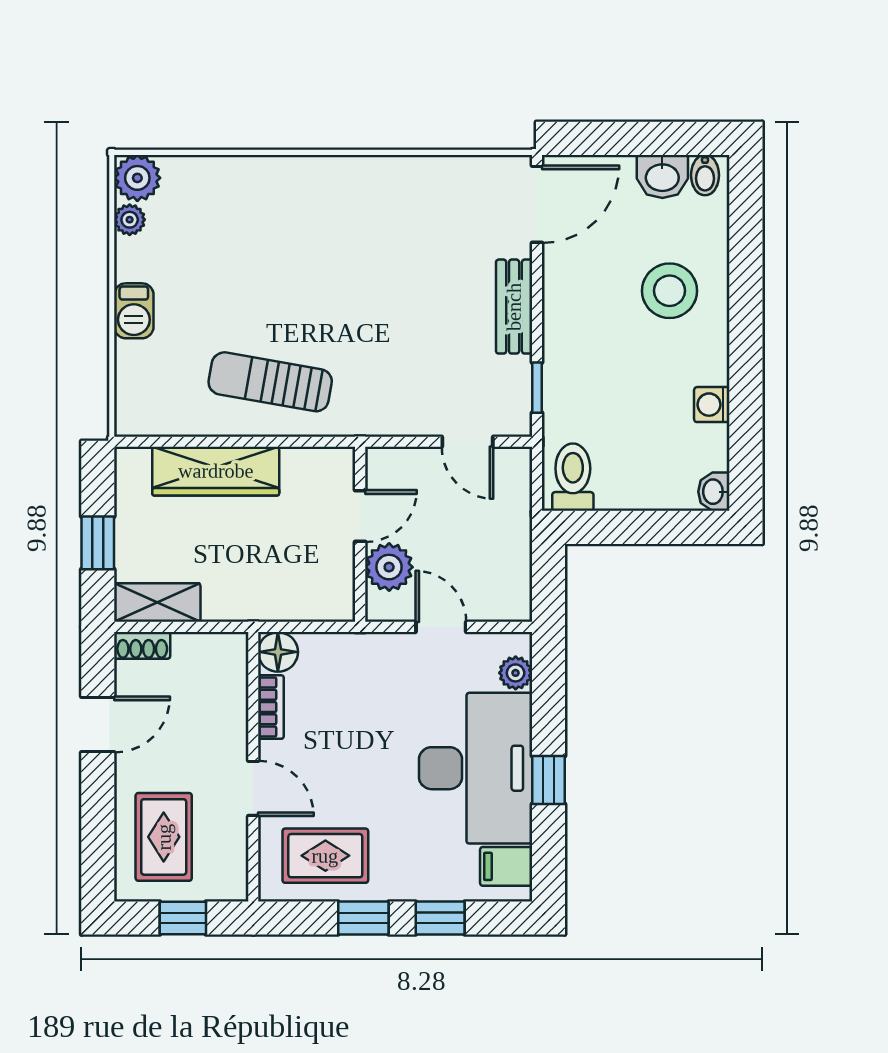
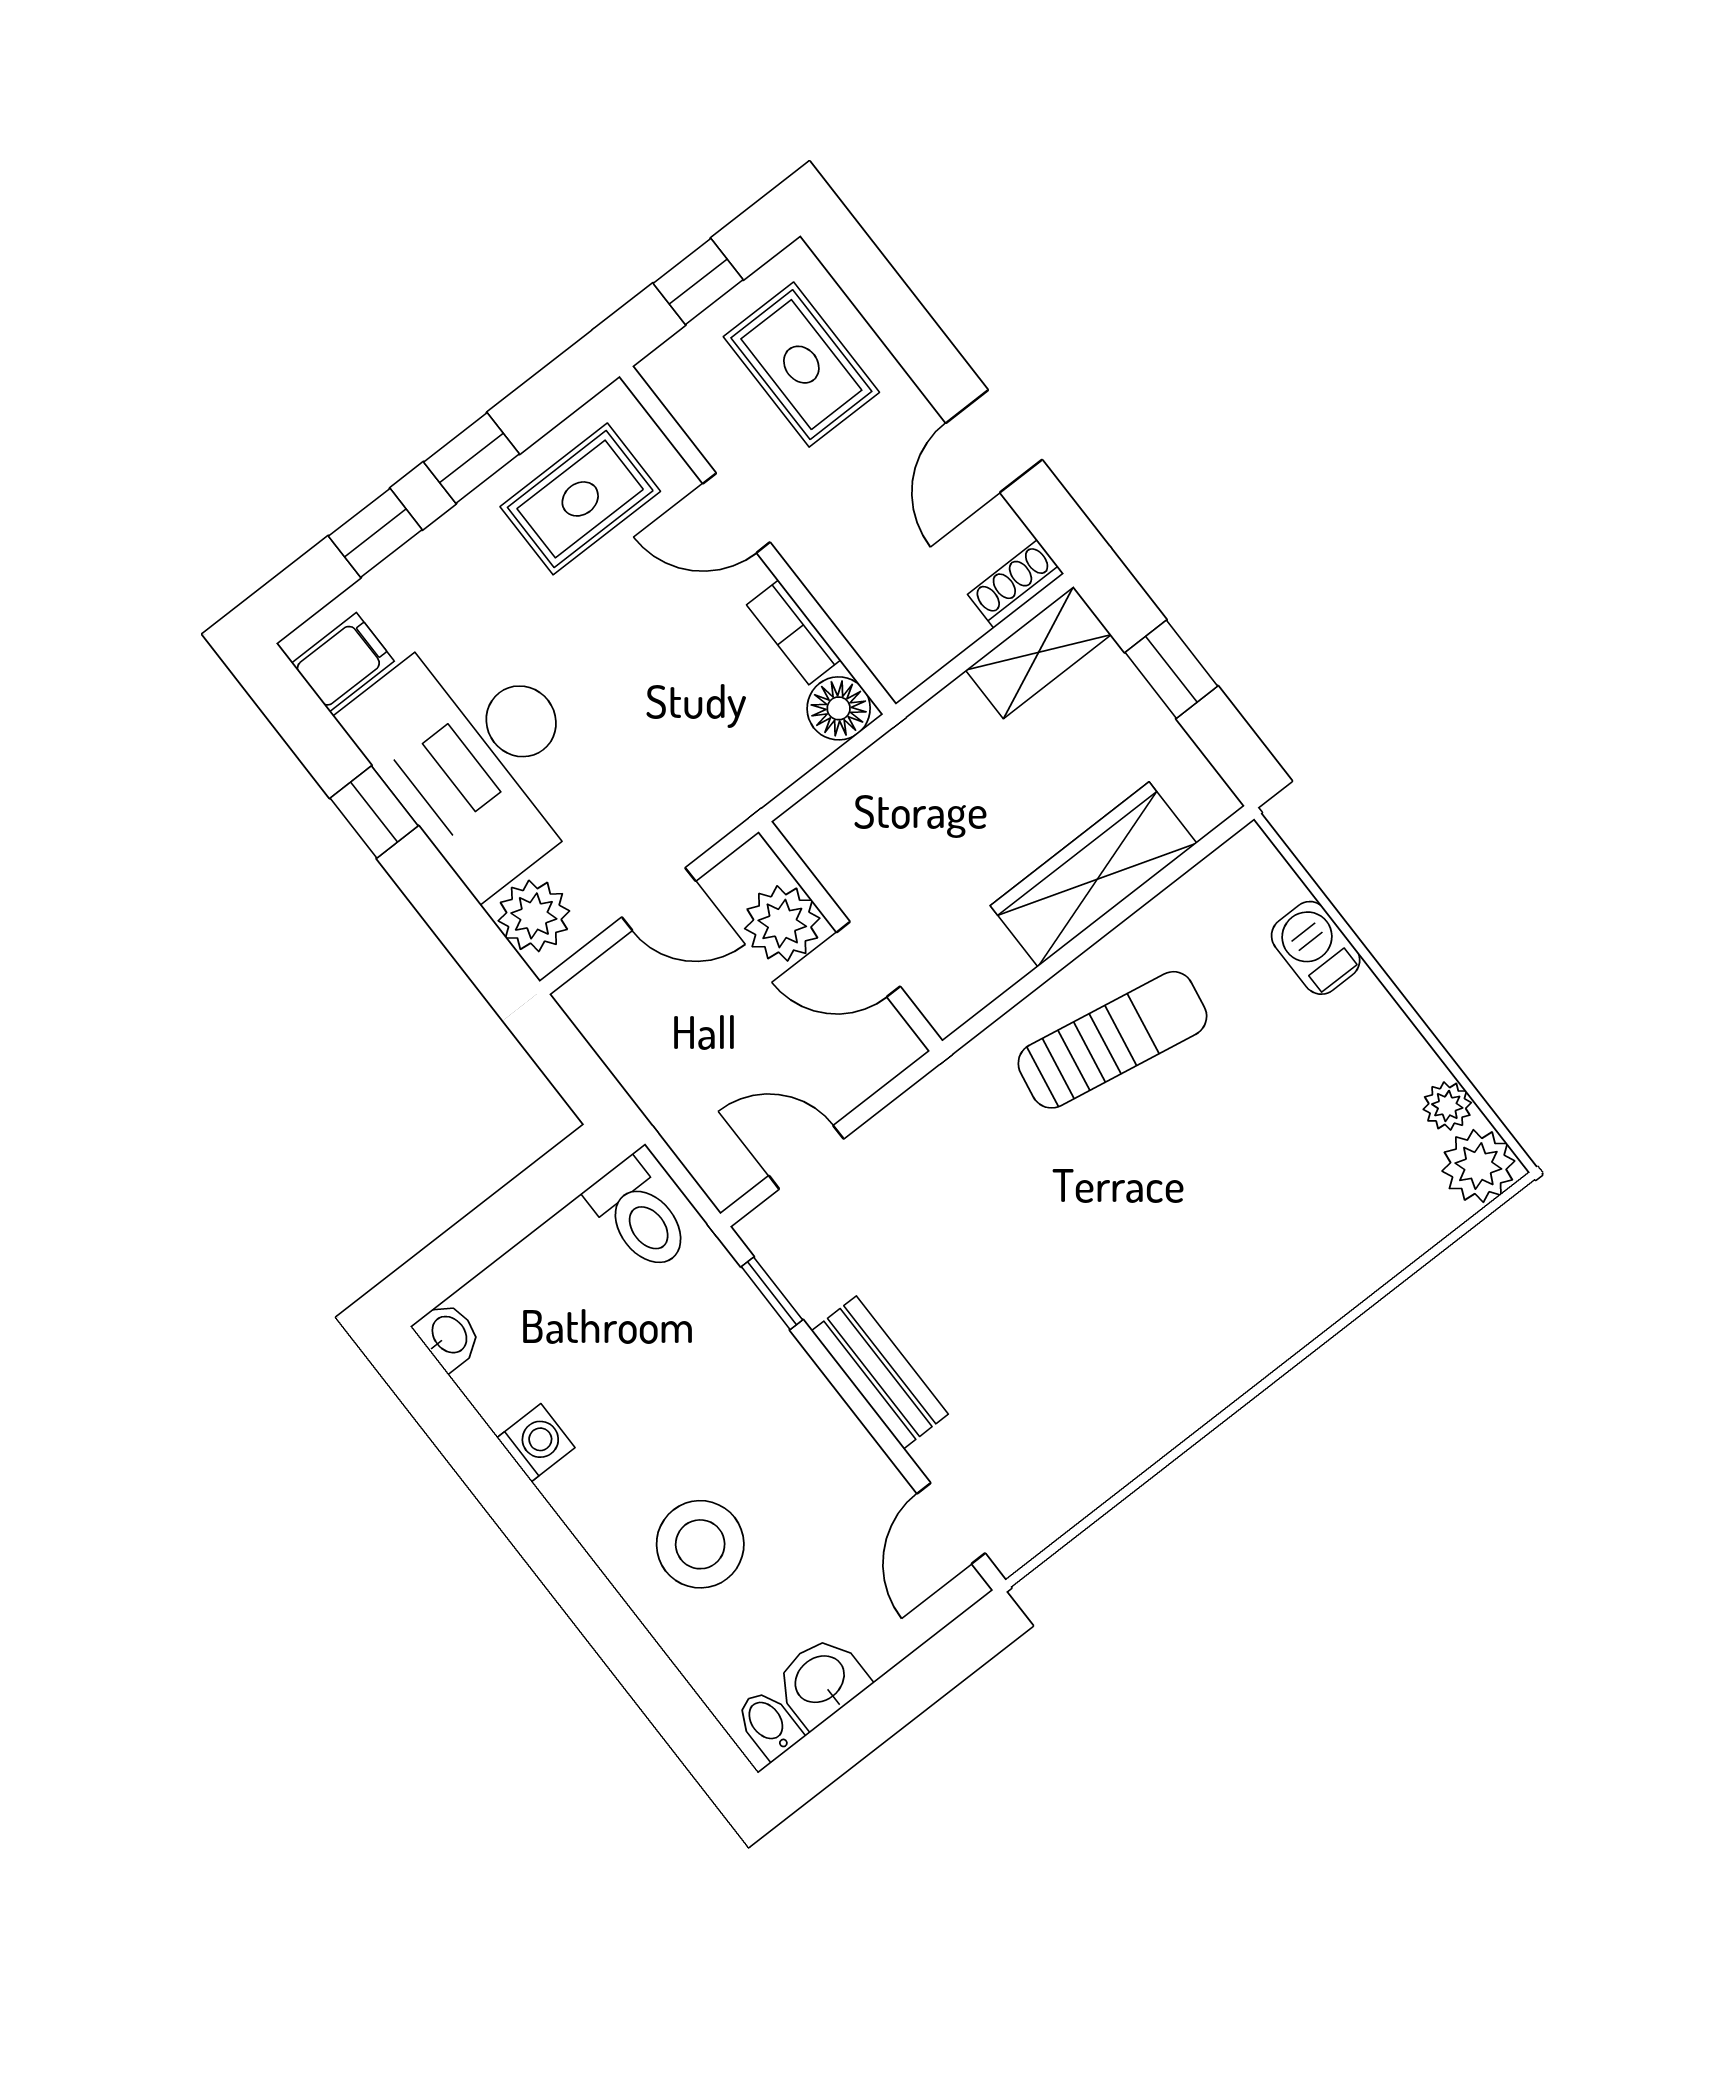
door: (537, 204) -> (951, 1523), width x0.73
barbecue: (134, 311) -> (1316, 948), moved
door: (360, 516) -> (868, 959), hinge flipped
plant: (516, 673) -> (534, 916), width x1.38, depth x1.38

